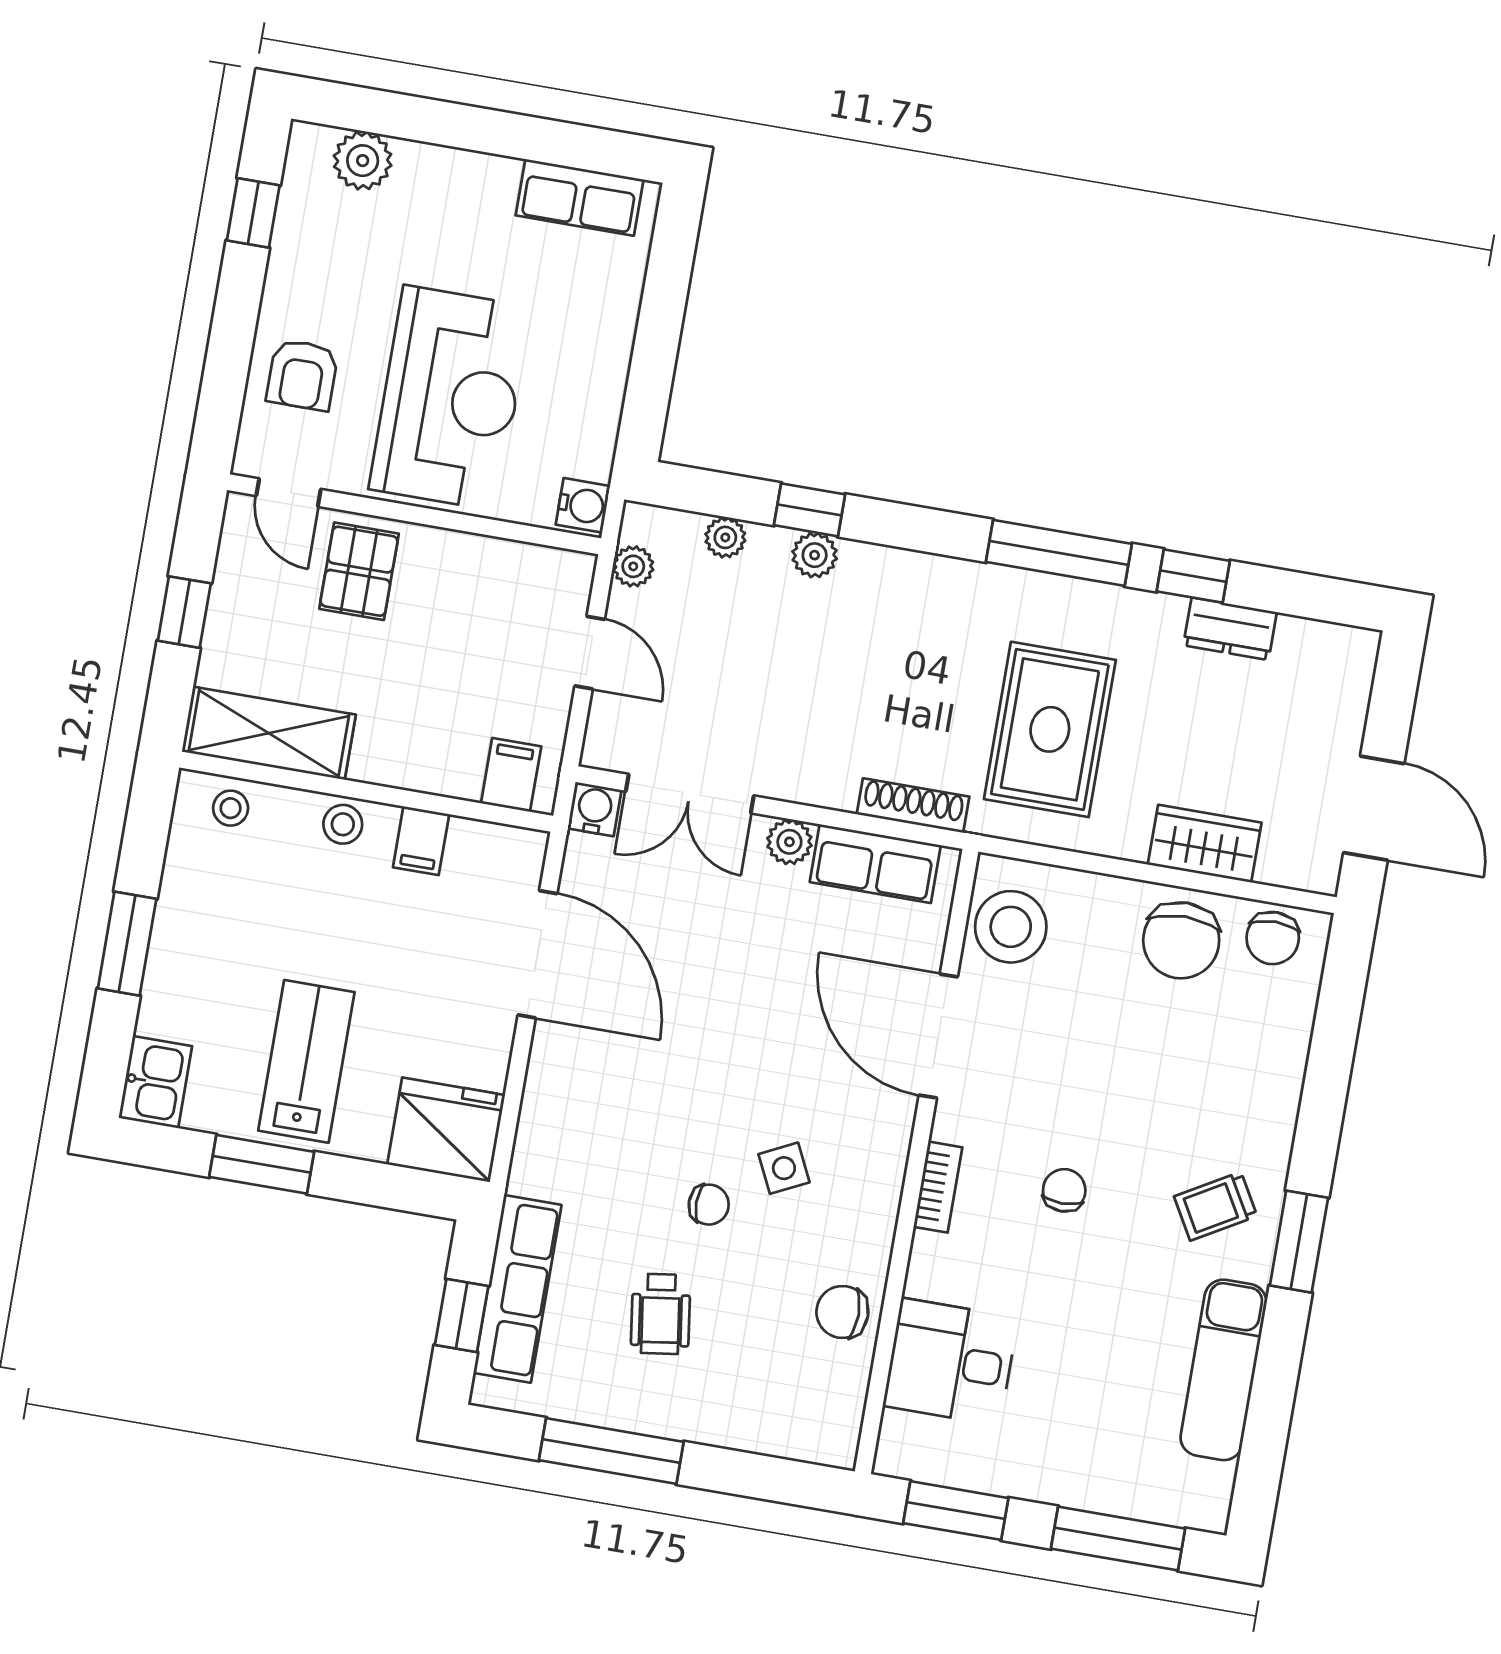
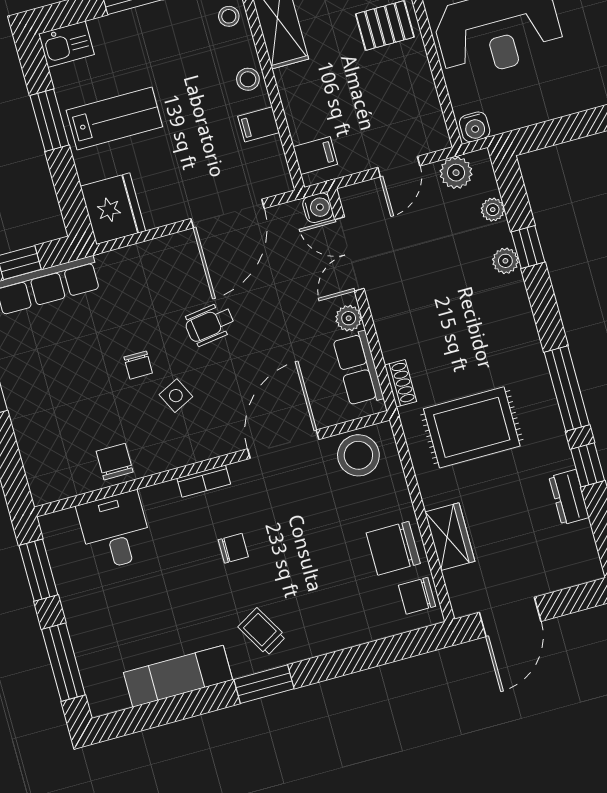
plant: (633, 566) -> (456, 173), width x1.38, depth x1.38
shoe rack: (913, 805) -> (401, 383), width x0.70
wheelchair: (661, 1314) -> (210, 324), moved

